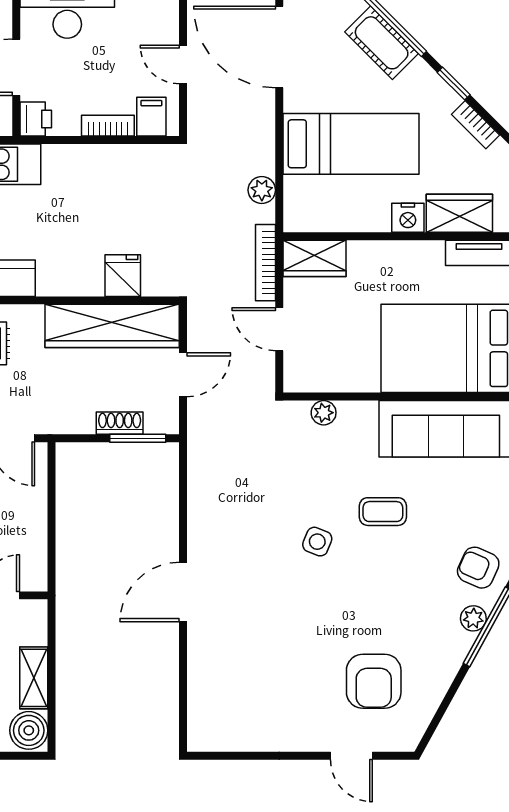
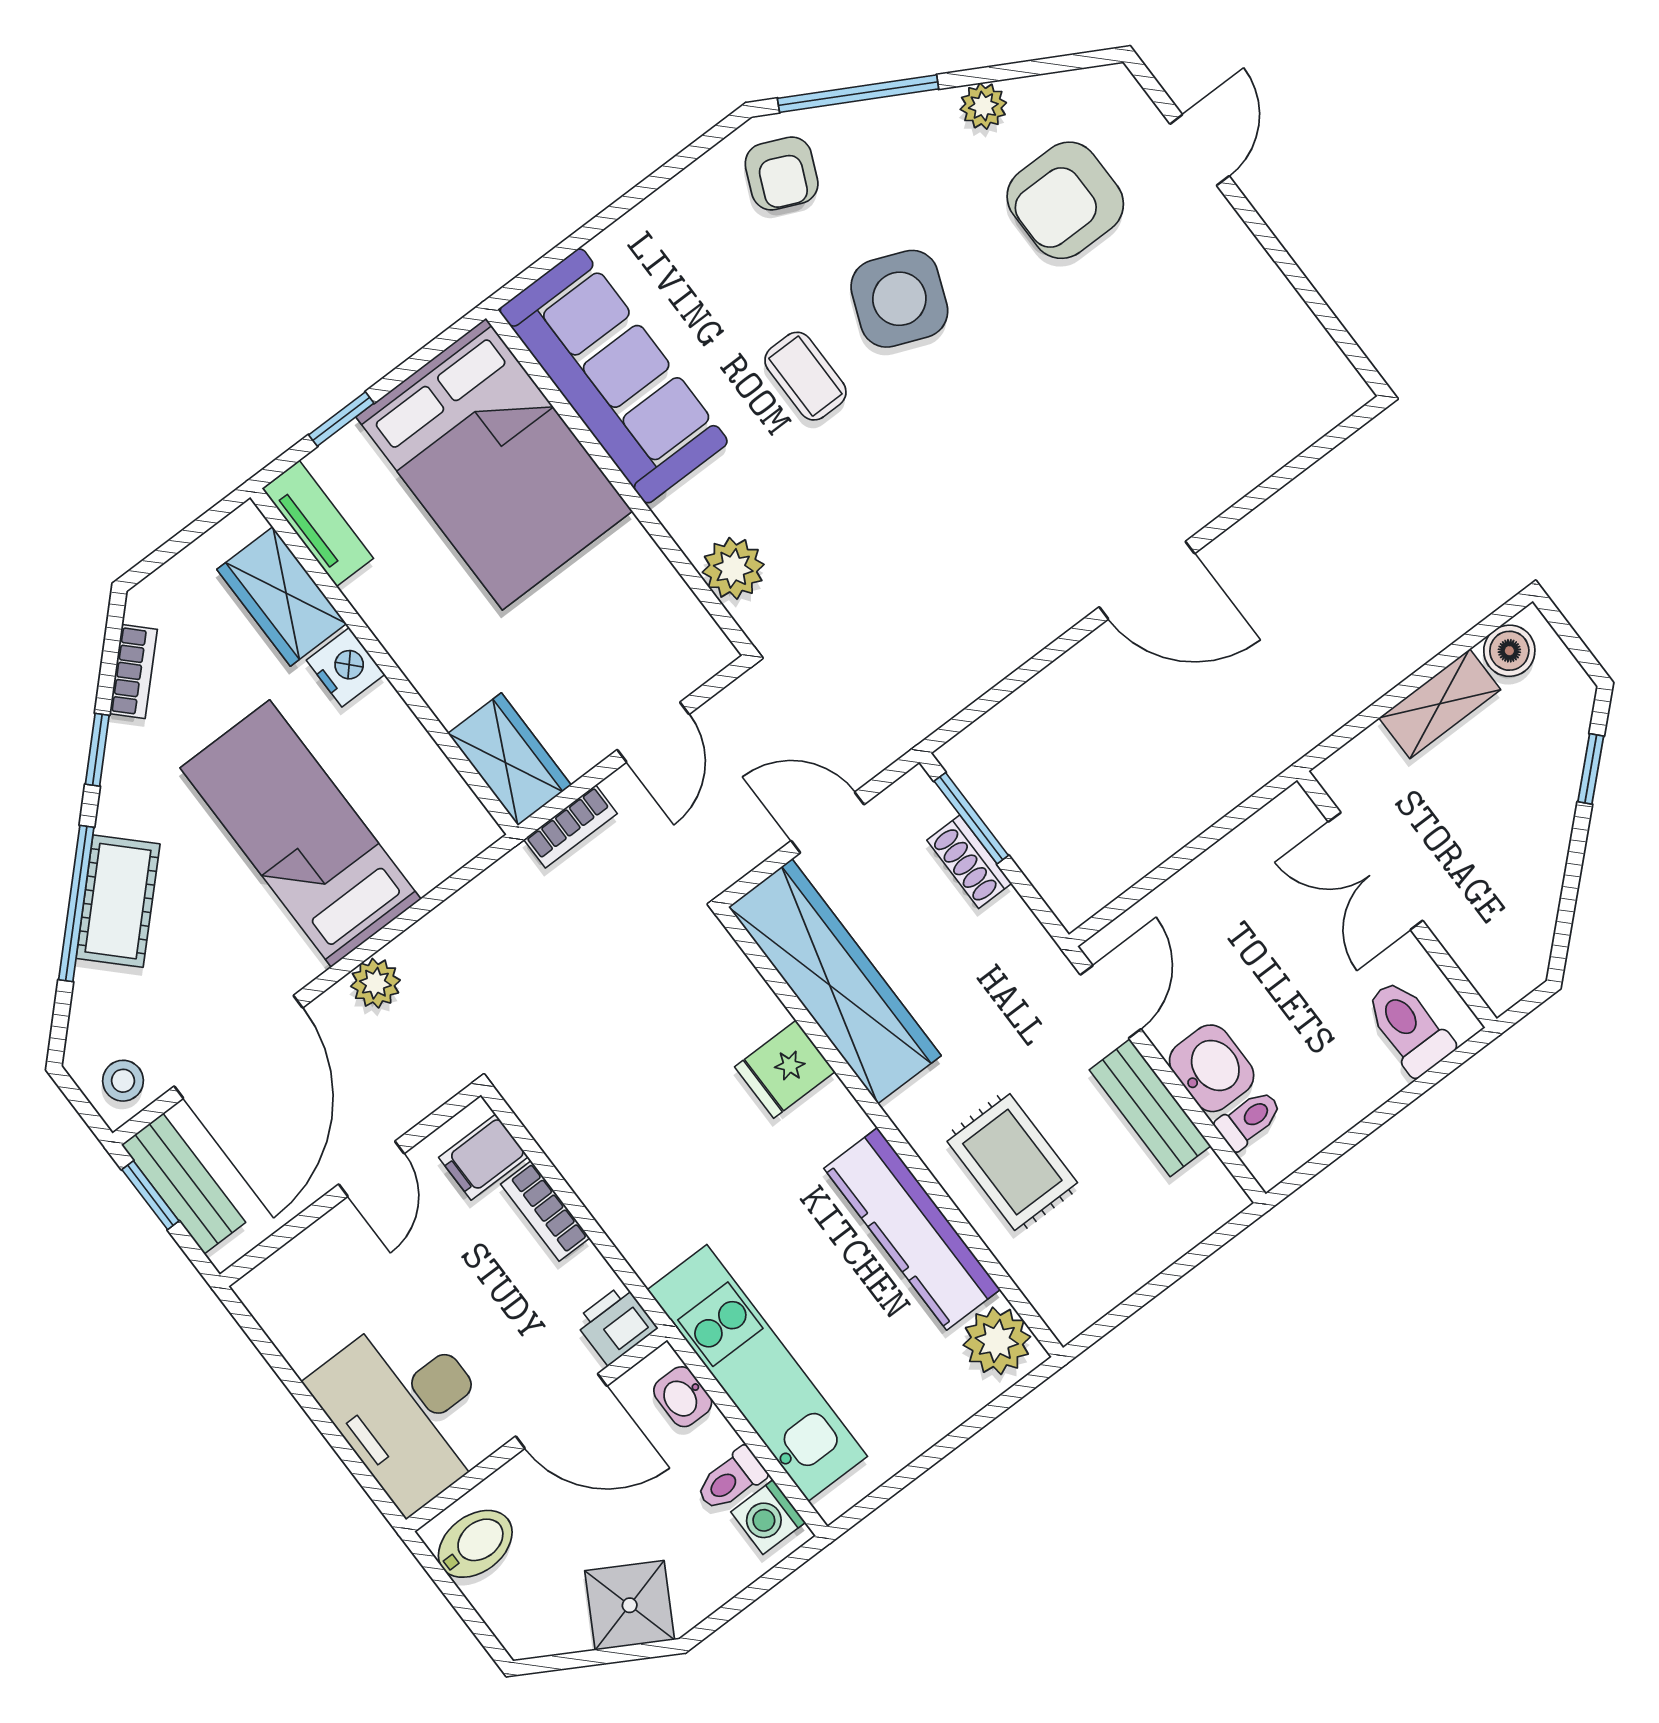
plant: (262, 190) -> (375, 983), moved
bookcase: (266, 263) -> (570, 826), width x0.64
fridge: (123, 276) -> (785, 1069), moved
plant: (324, 413) -> (733, 568), width x1.38, depth x1.38
side table: (317, 542) -> (899, 299), moved, width x1.87, depth x1.87
plant: (473, 618) -> (983, 106), moved
armchair: (374, 681) -> (1065, 200), turned 180
boiler: (29, 730) -> (1509, 651), width x0.73, depth x0.73

